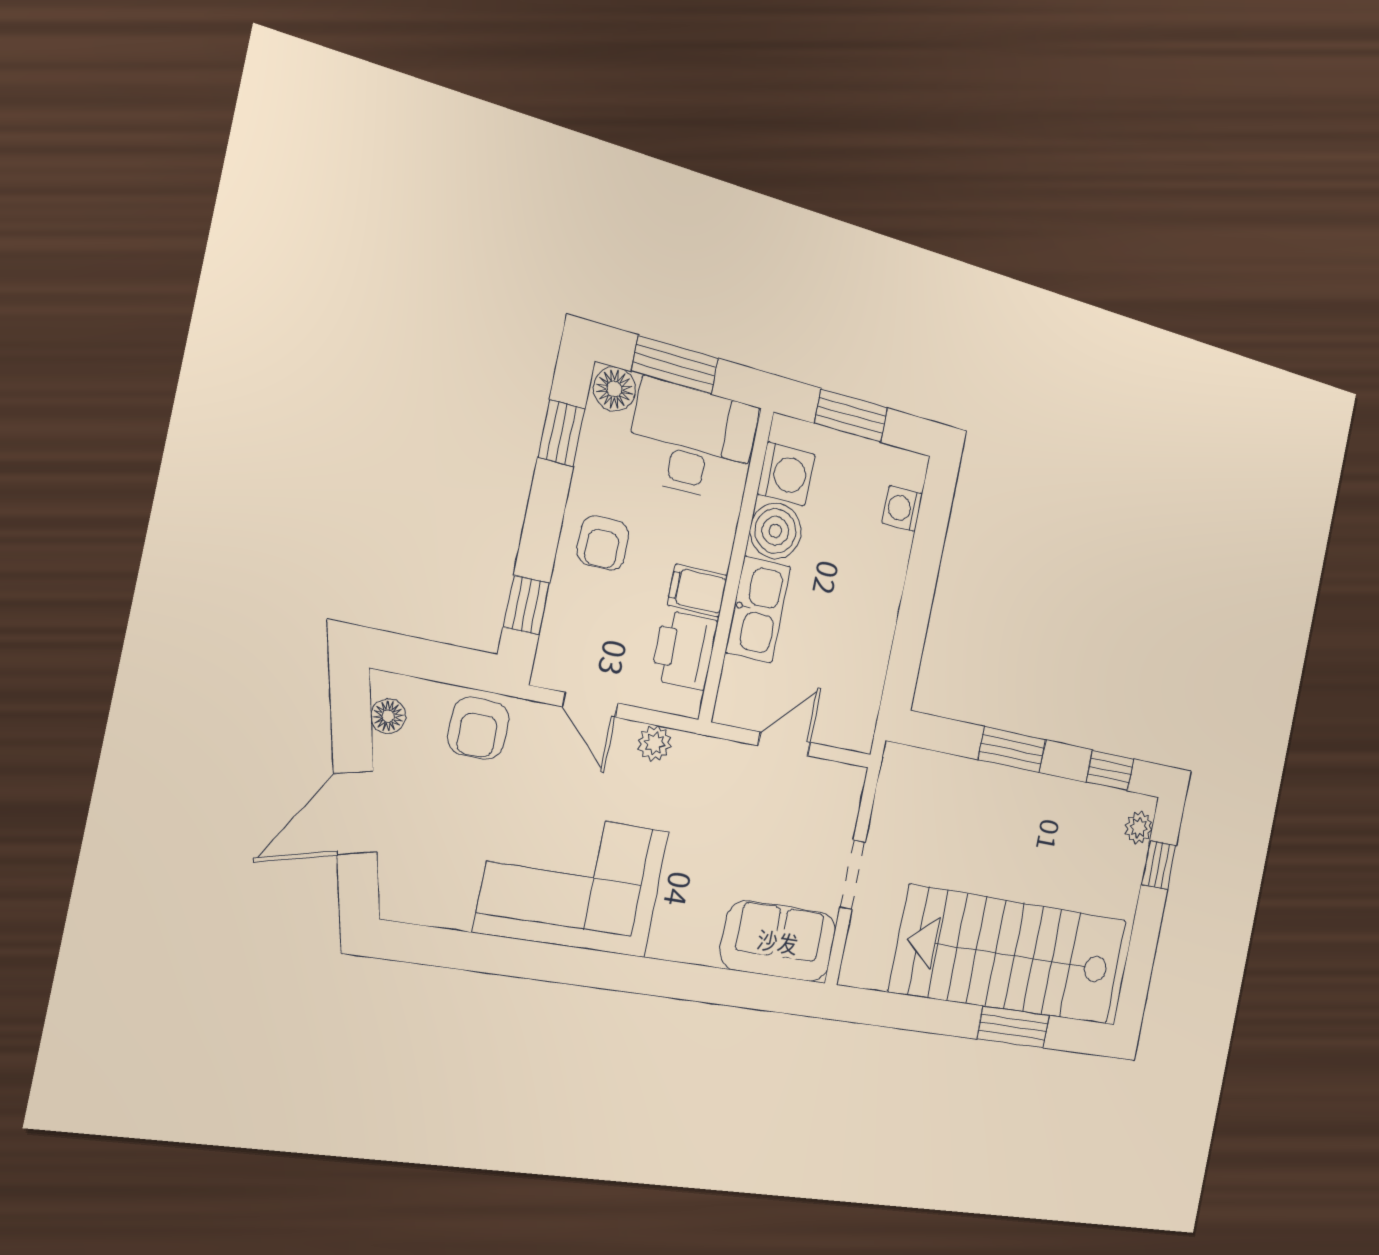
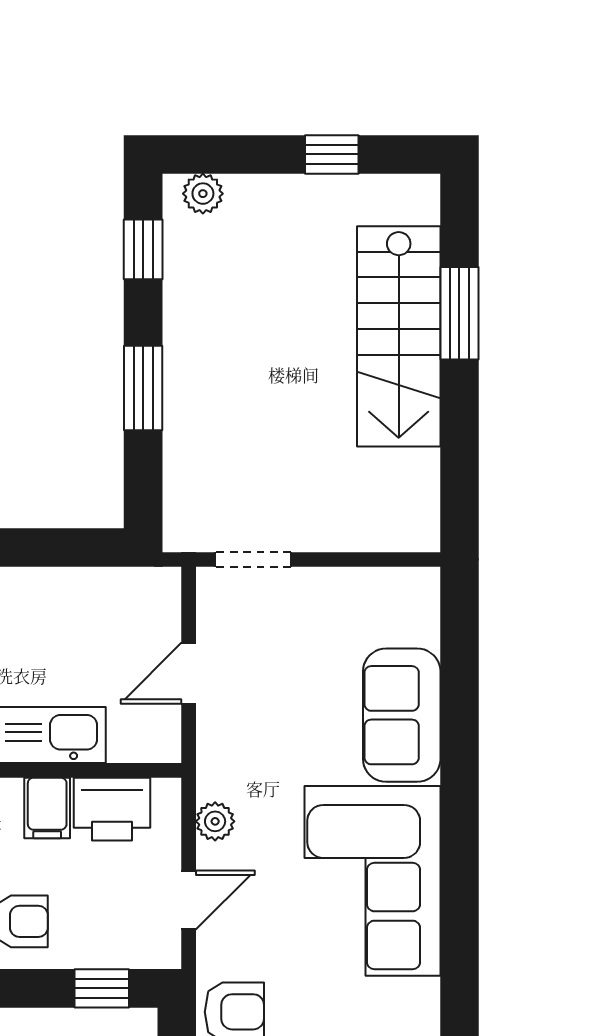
door: (784, 744) -> (189, 673), hinge flipped
window: (1159, 865) -> (332, 154), moved
doorway: (853, 875) -> (253, 559), moved
sofa: (778, 941) -> (402, 715), moved
stairs: (1010, 955) -> (399, 336), width x0.73, depth x0.66

